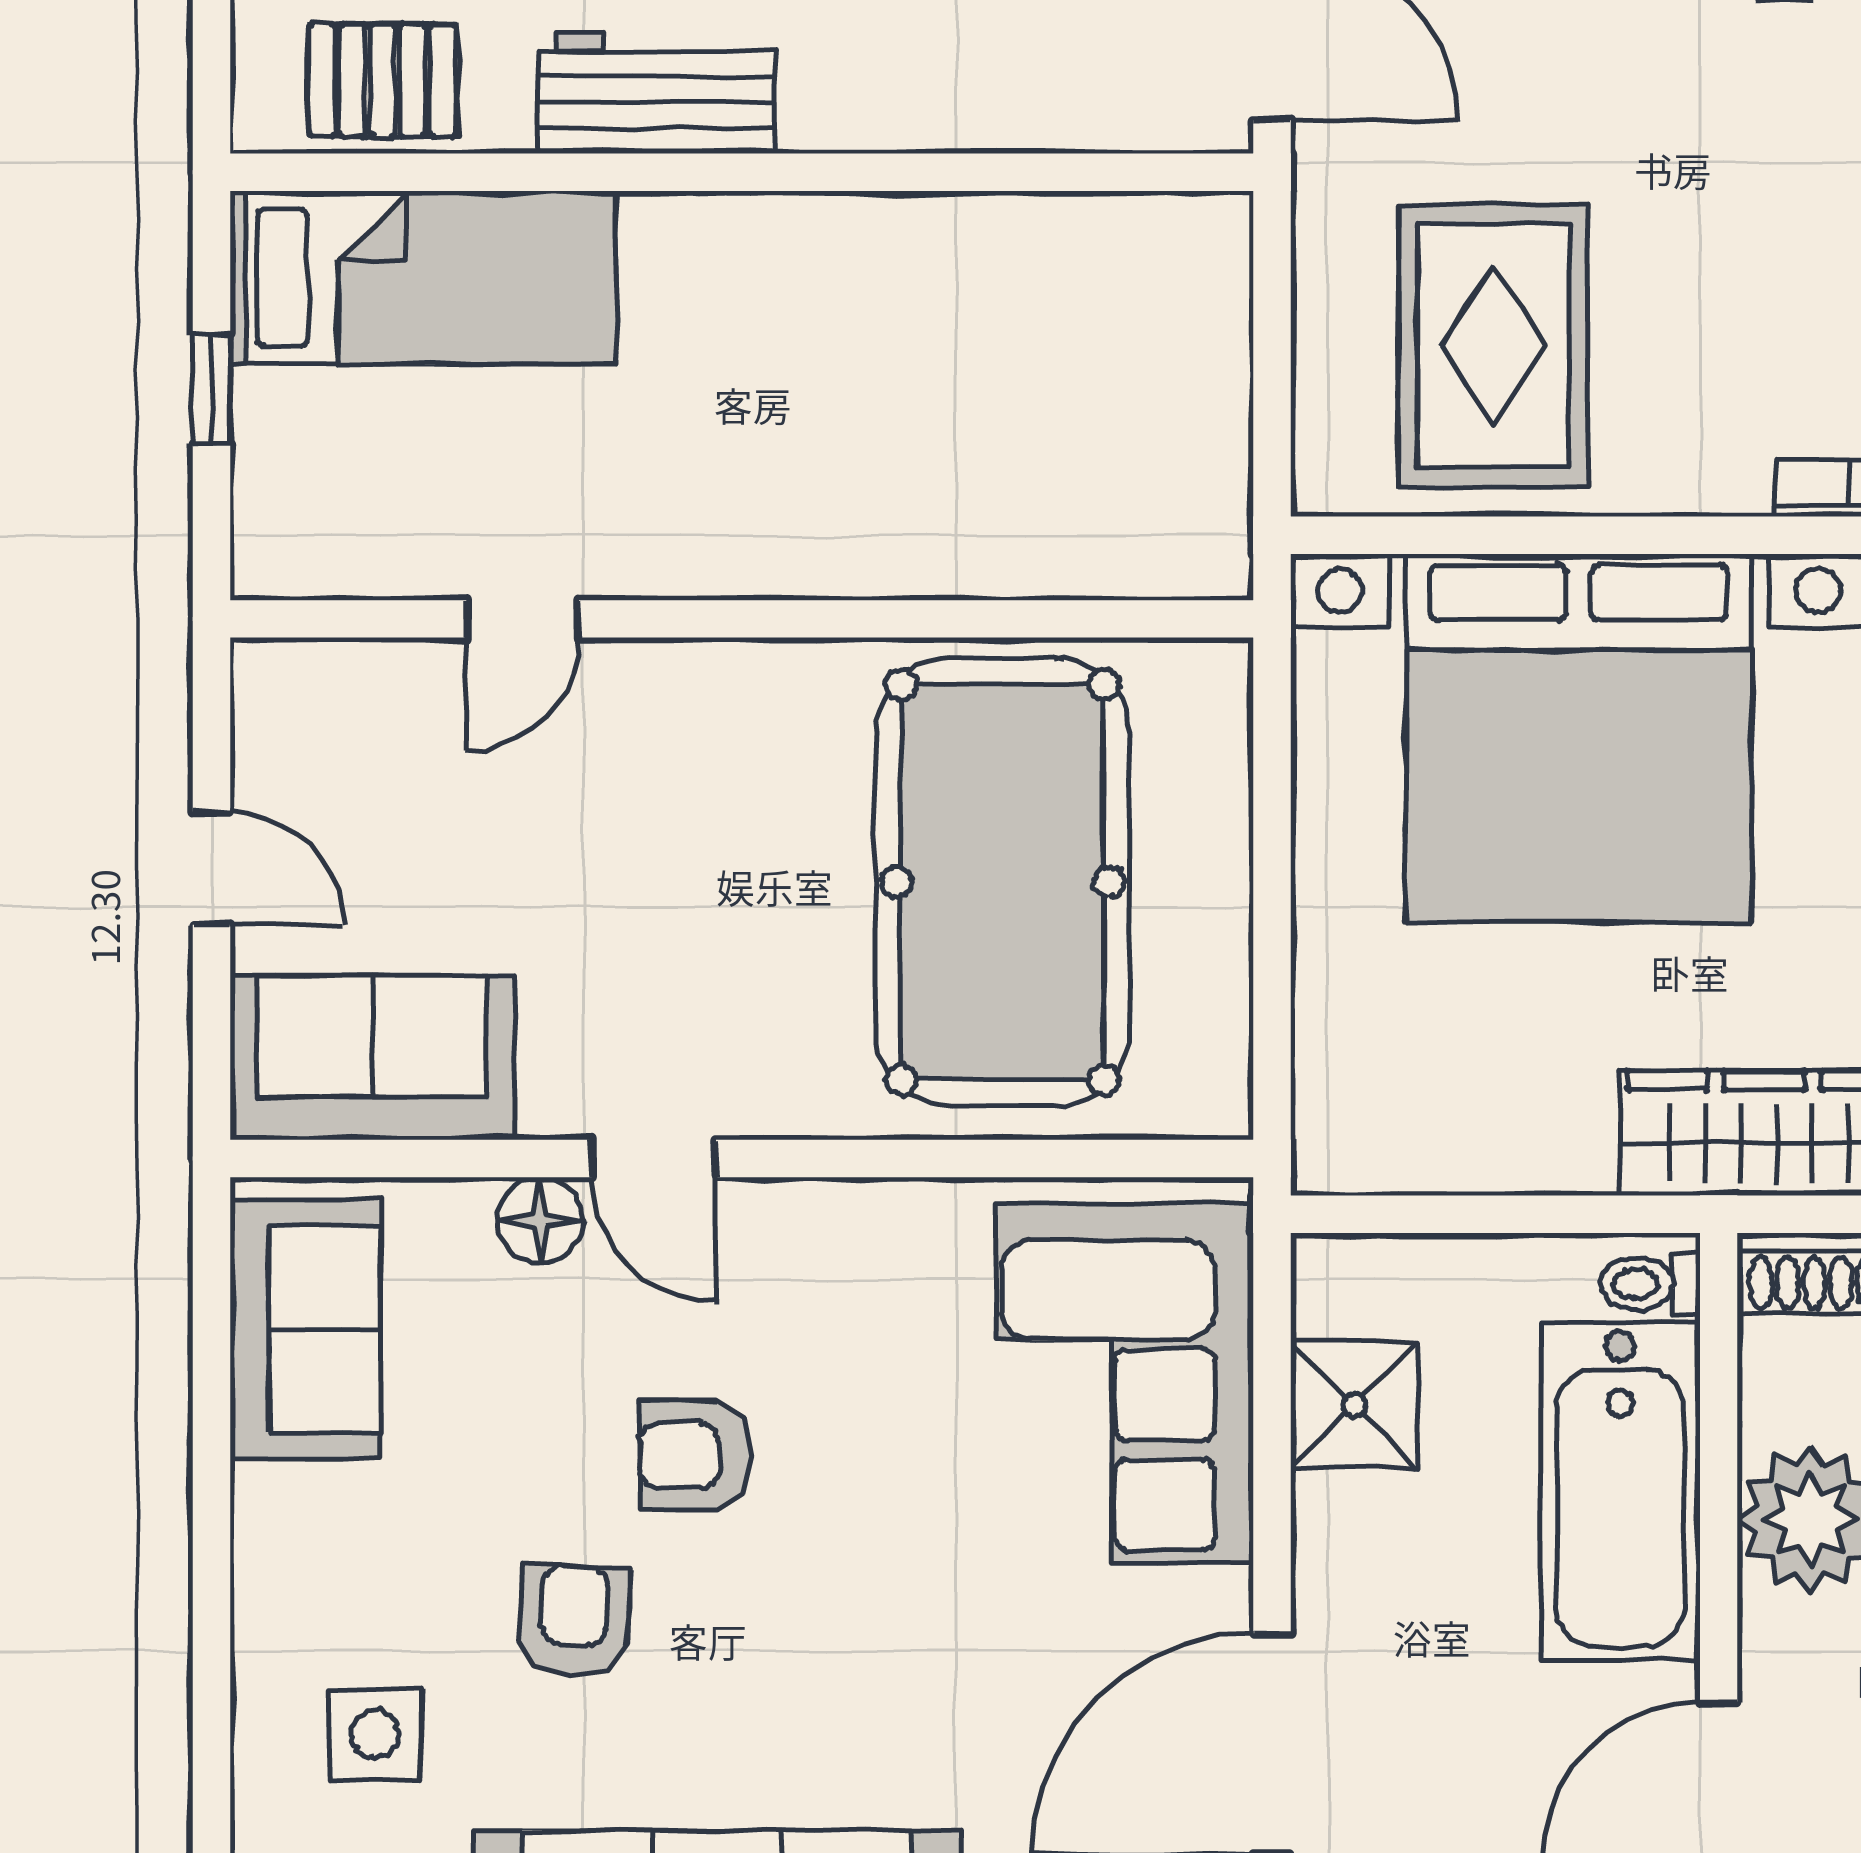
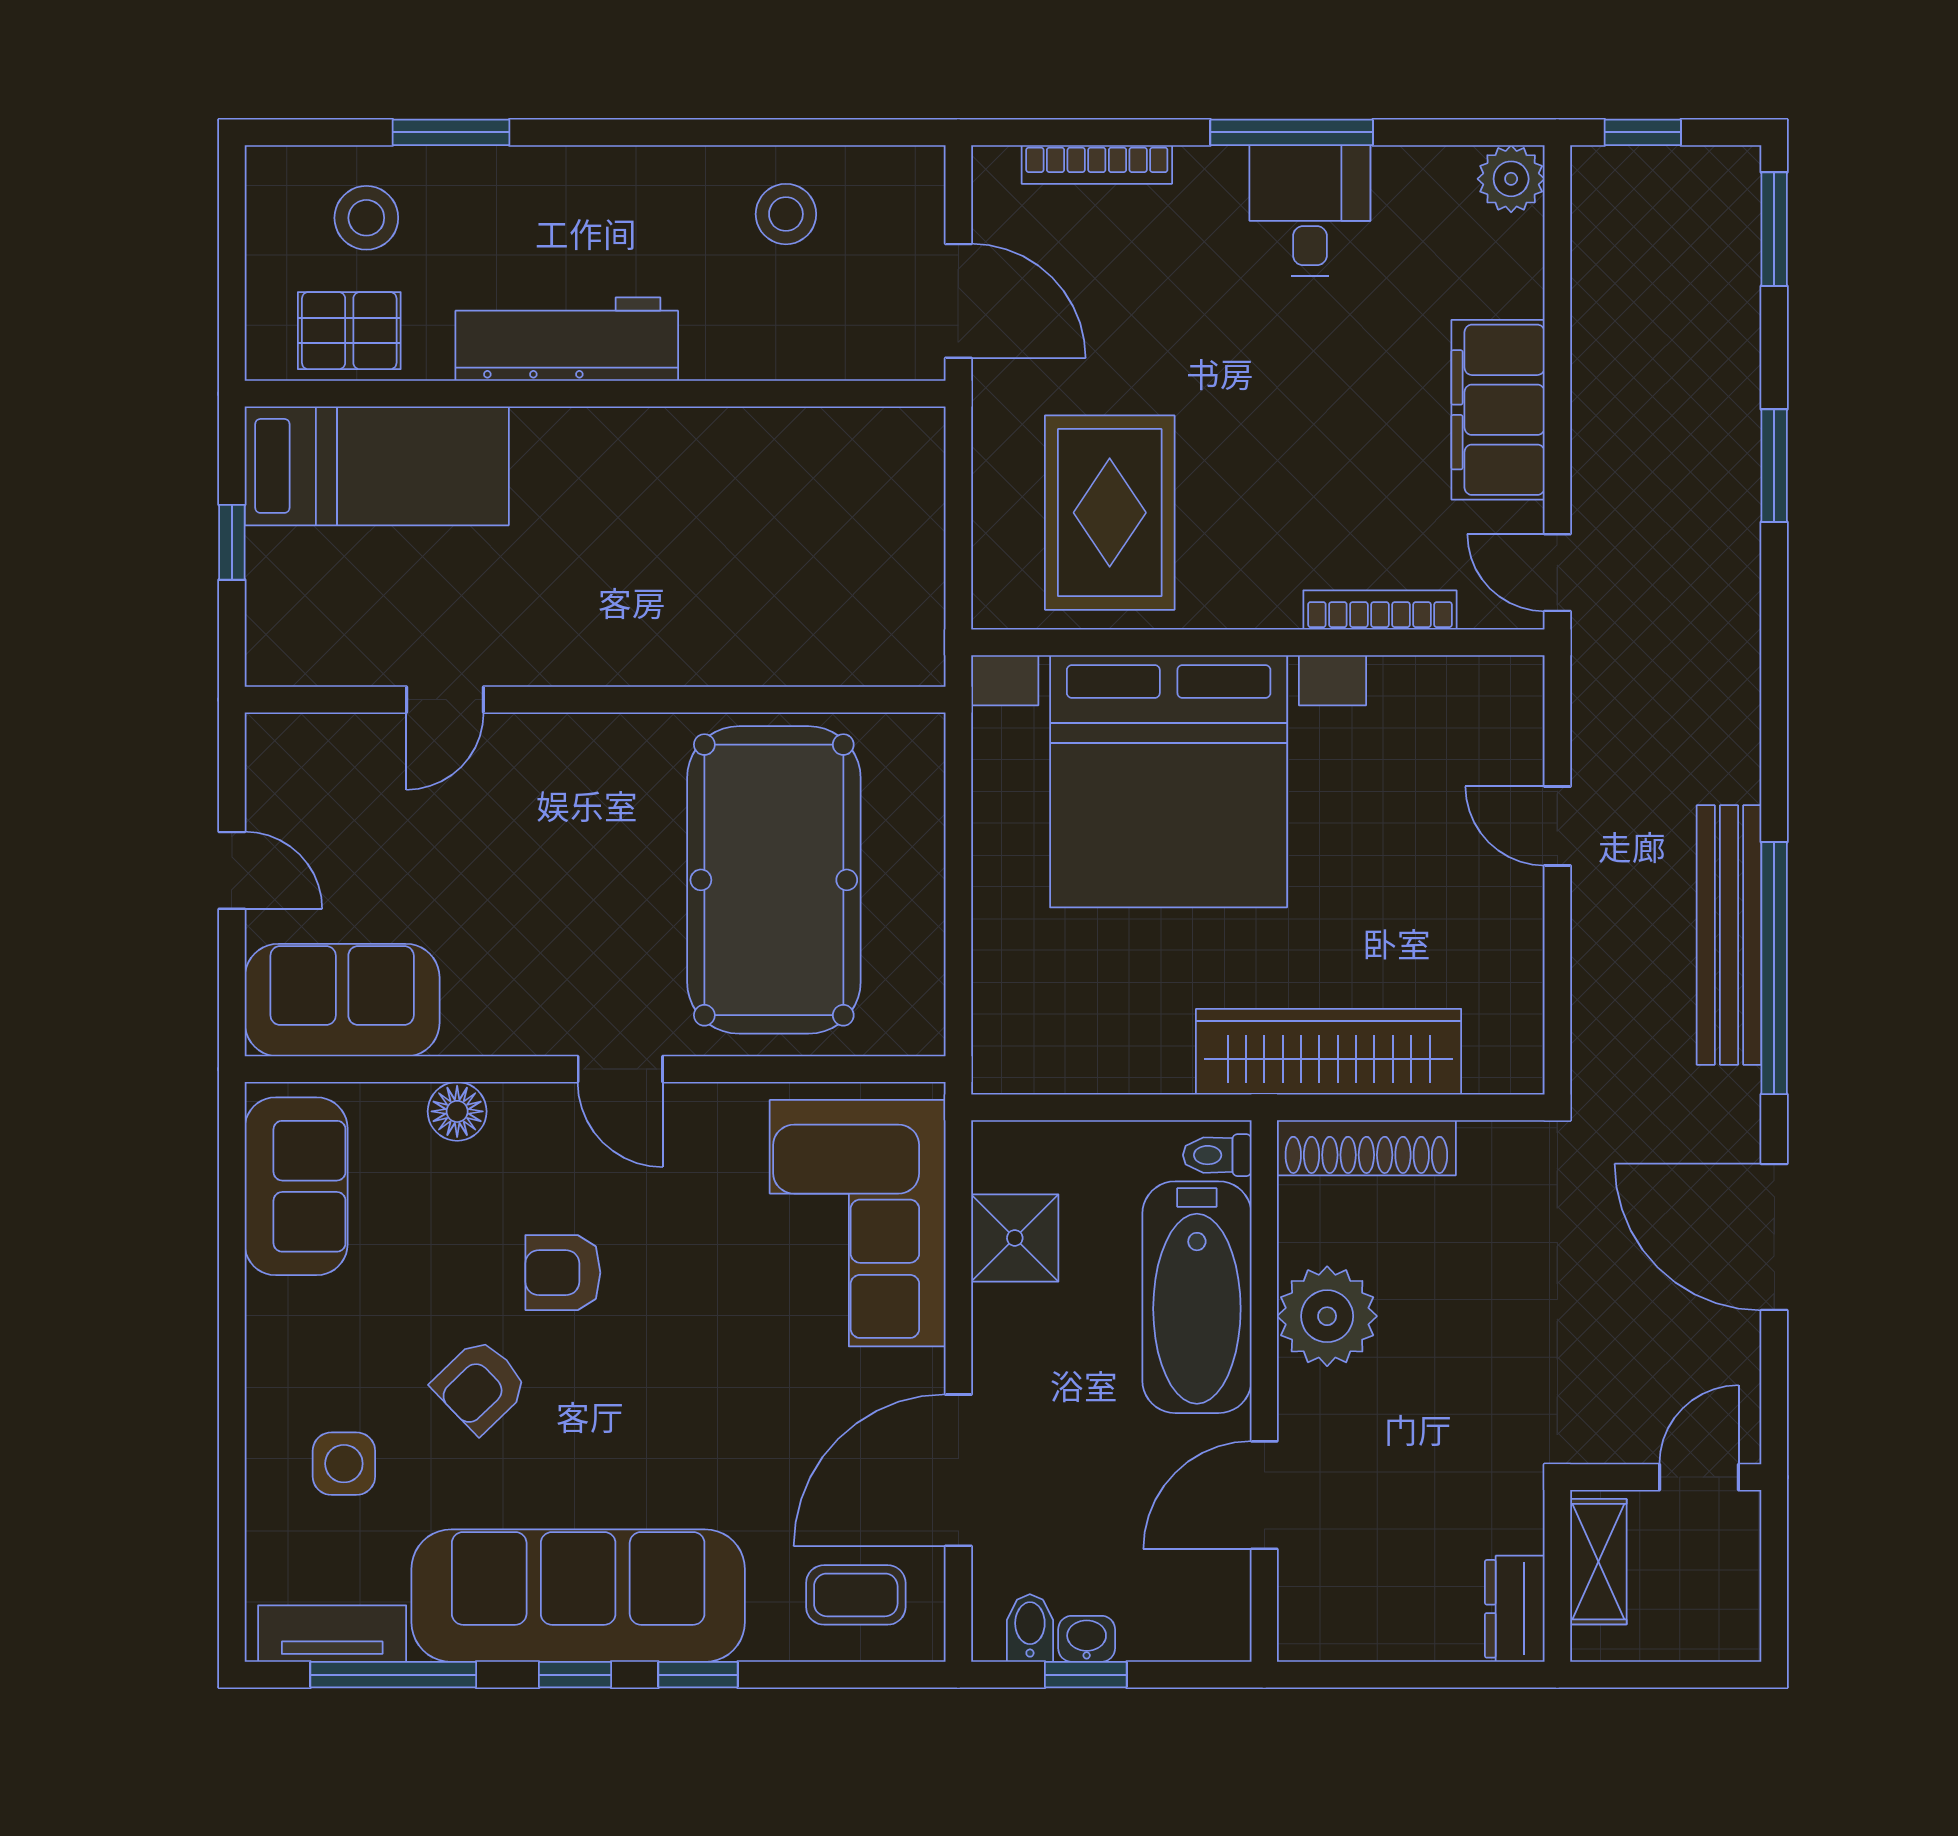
workbench: (656, 93) -> (567, 339), width x1.38
door: (654, 1159) -> (620, 1069), moved
armchair: (574, 1621) -> (480, 1386), turned -137

